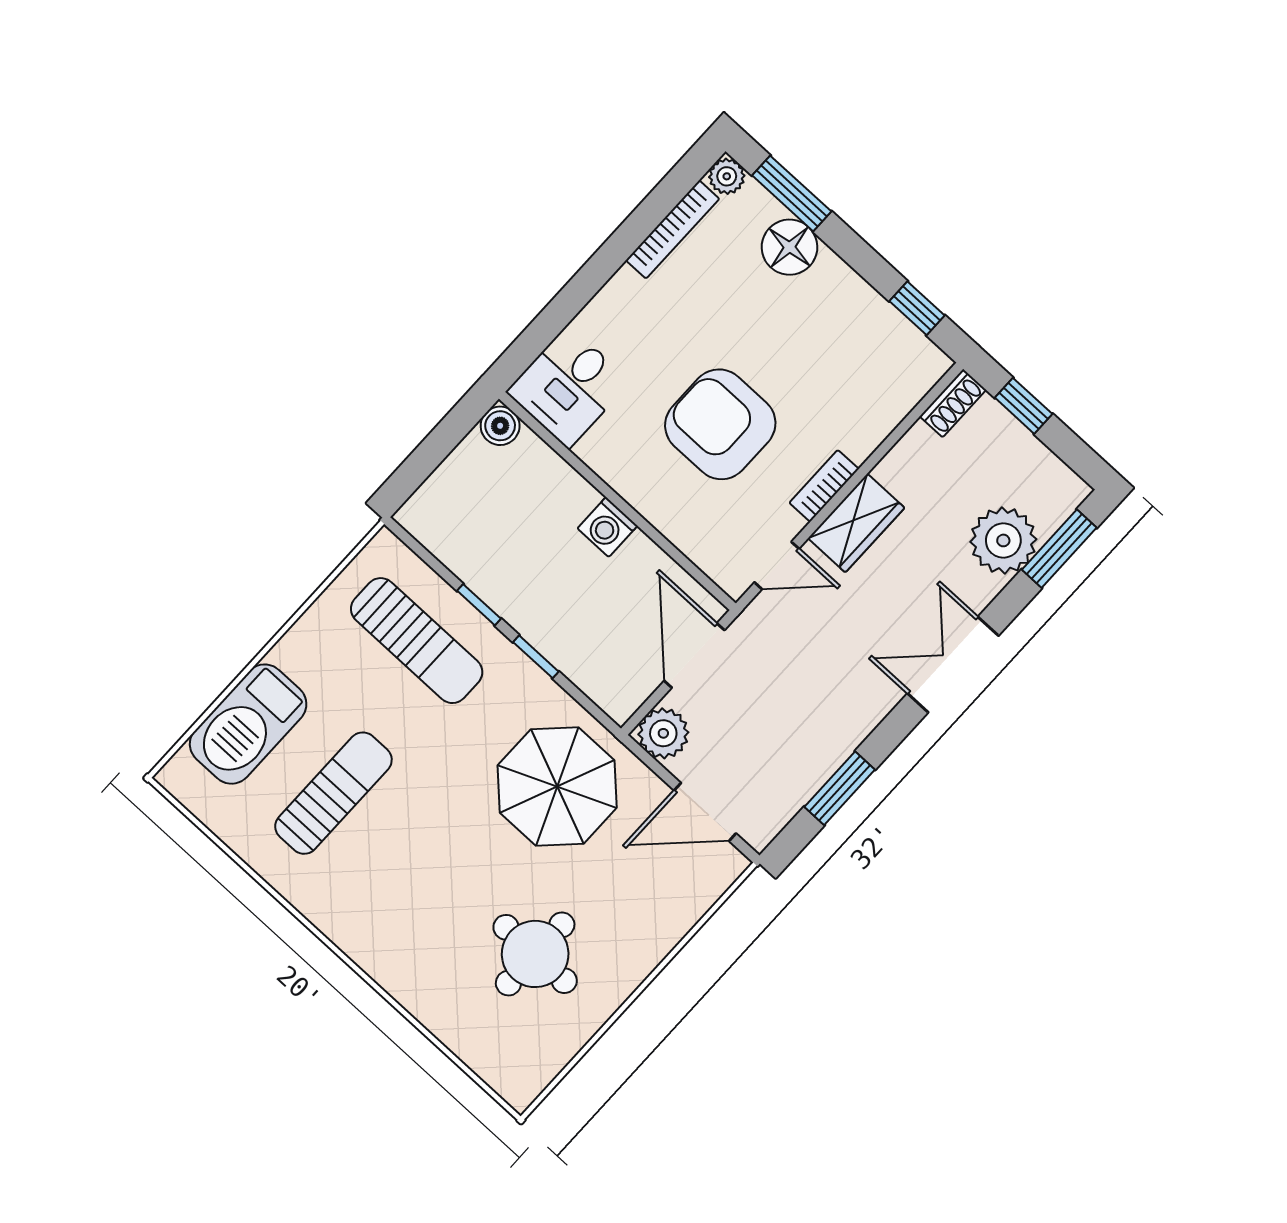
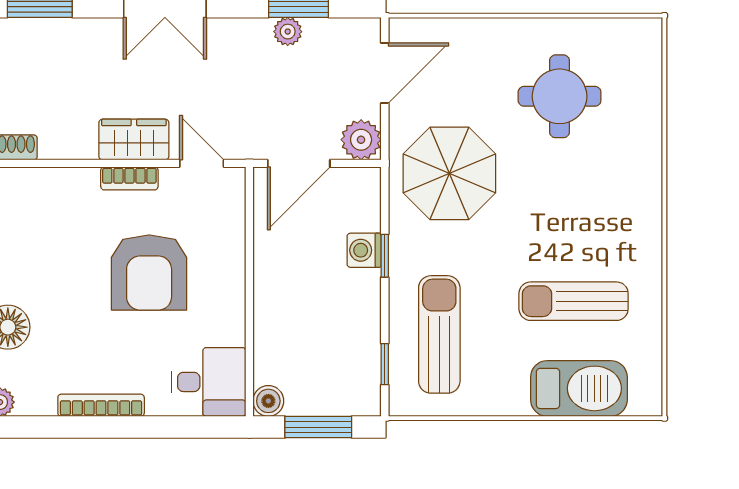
bookcase: (673, 230) -> (101, 405), moved
window: (434, 450) -> (318, 427), added
washing machine: (607, 527) -> (364, 250), moved, turned 180
plant: (1003, 540) -> (288, 32), moved, width x0.53, depth x0.53
window: (479, 605) -> (385, 364), moved
door: (705, 812) -> (385, 73), hinge flipped

